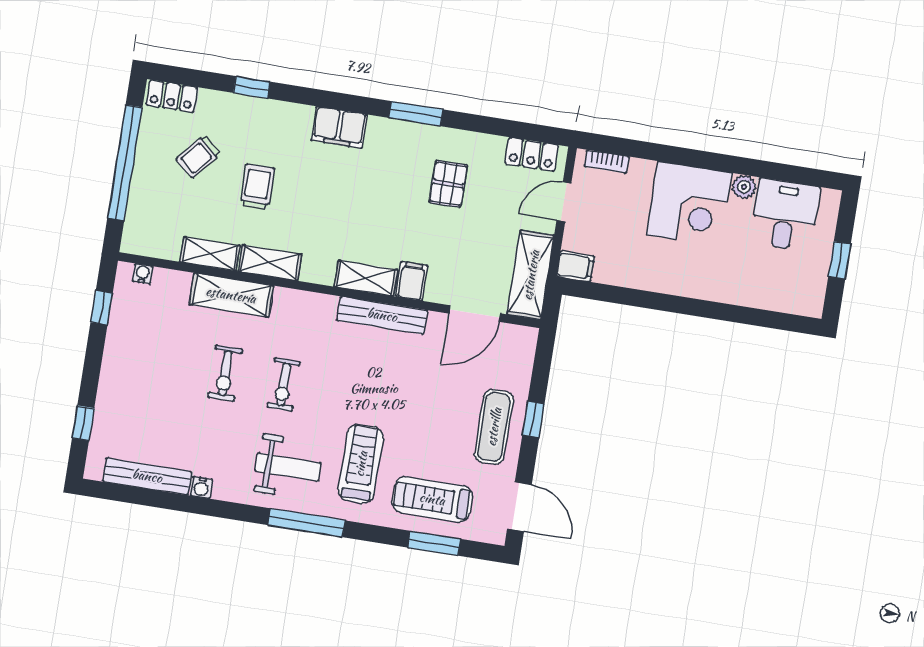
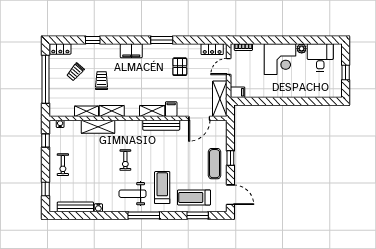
exercise bike: (225, 373) -> (63, 165), moved
weight bench: (288, 467) -> (133, 194), turned 180

